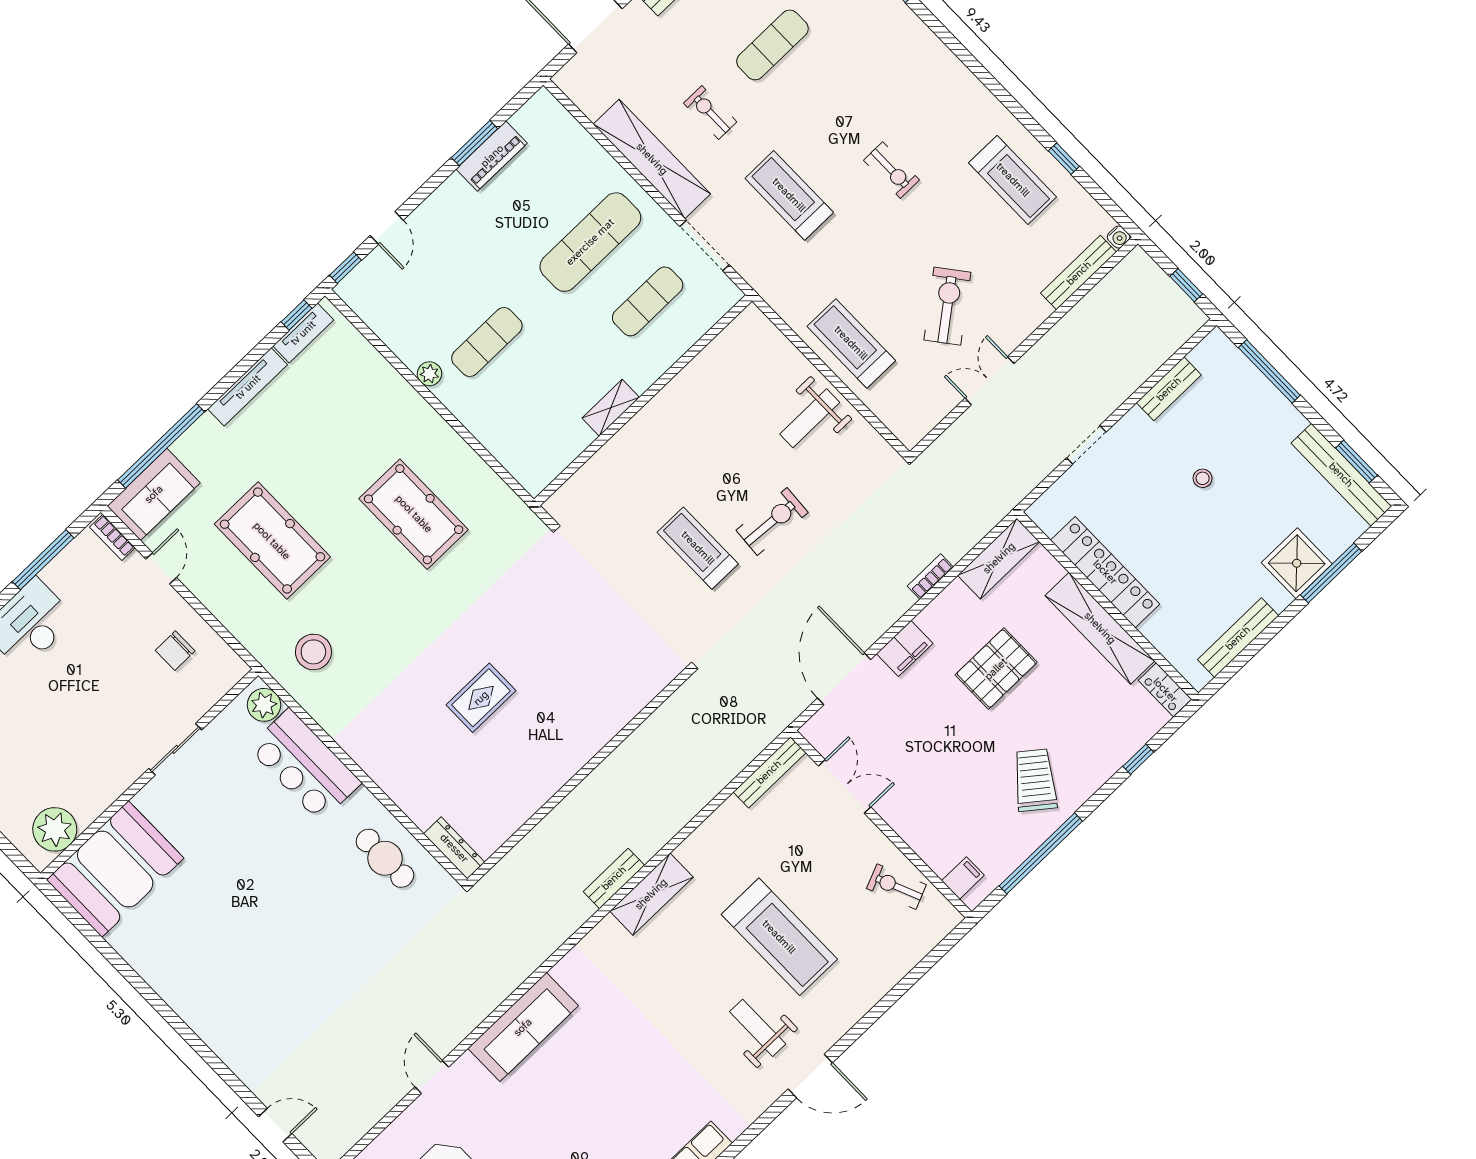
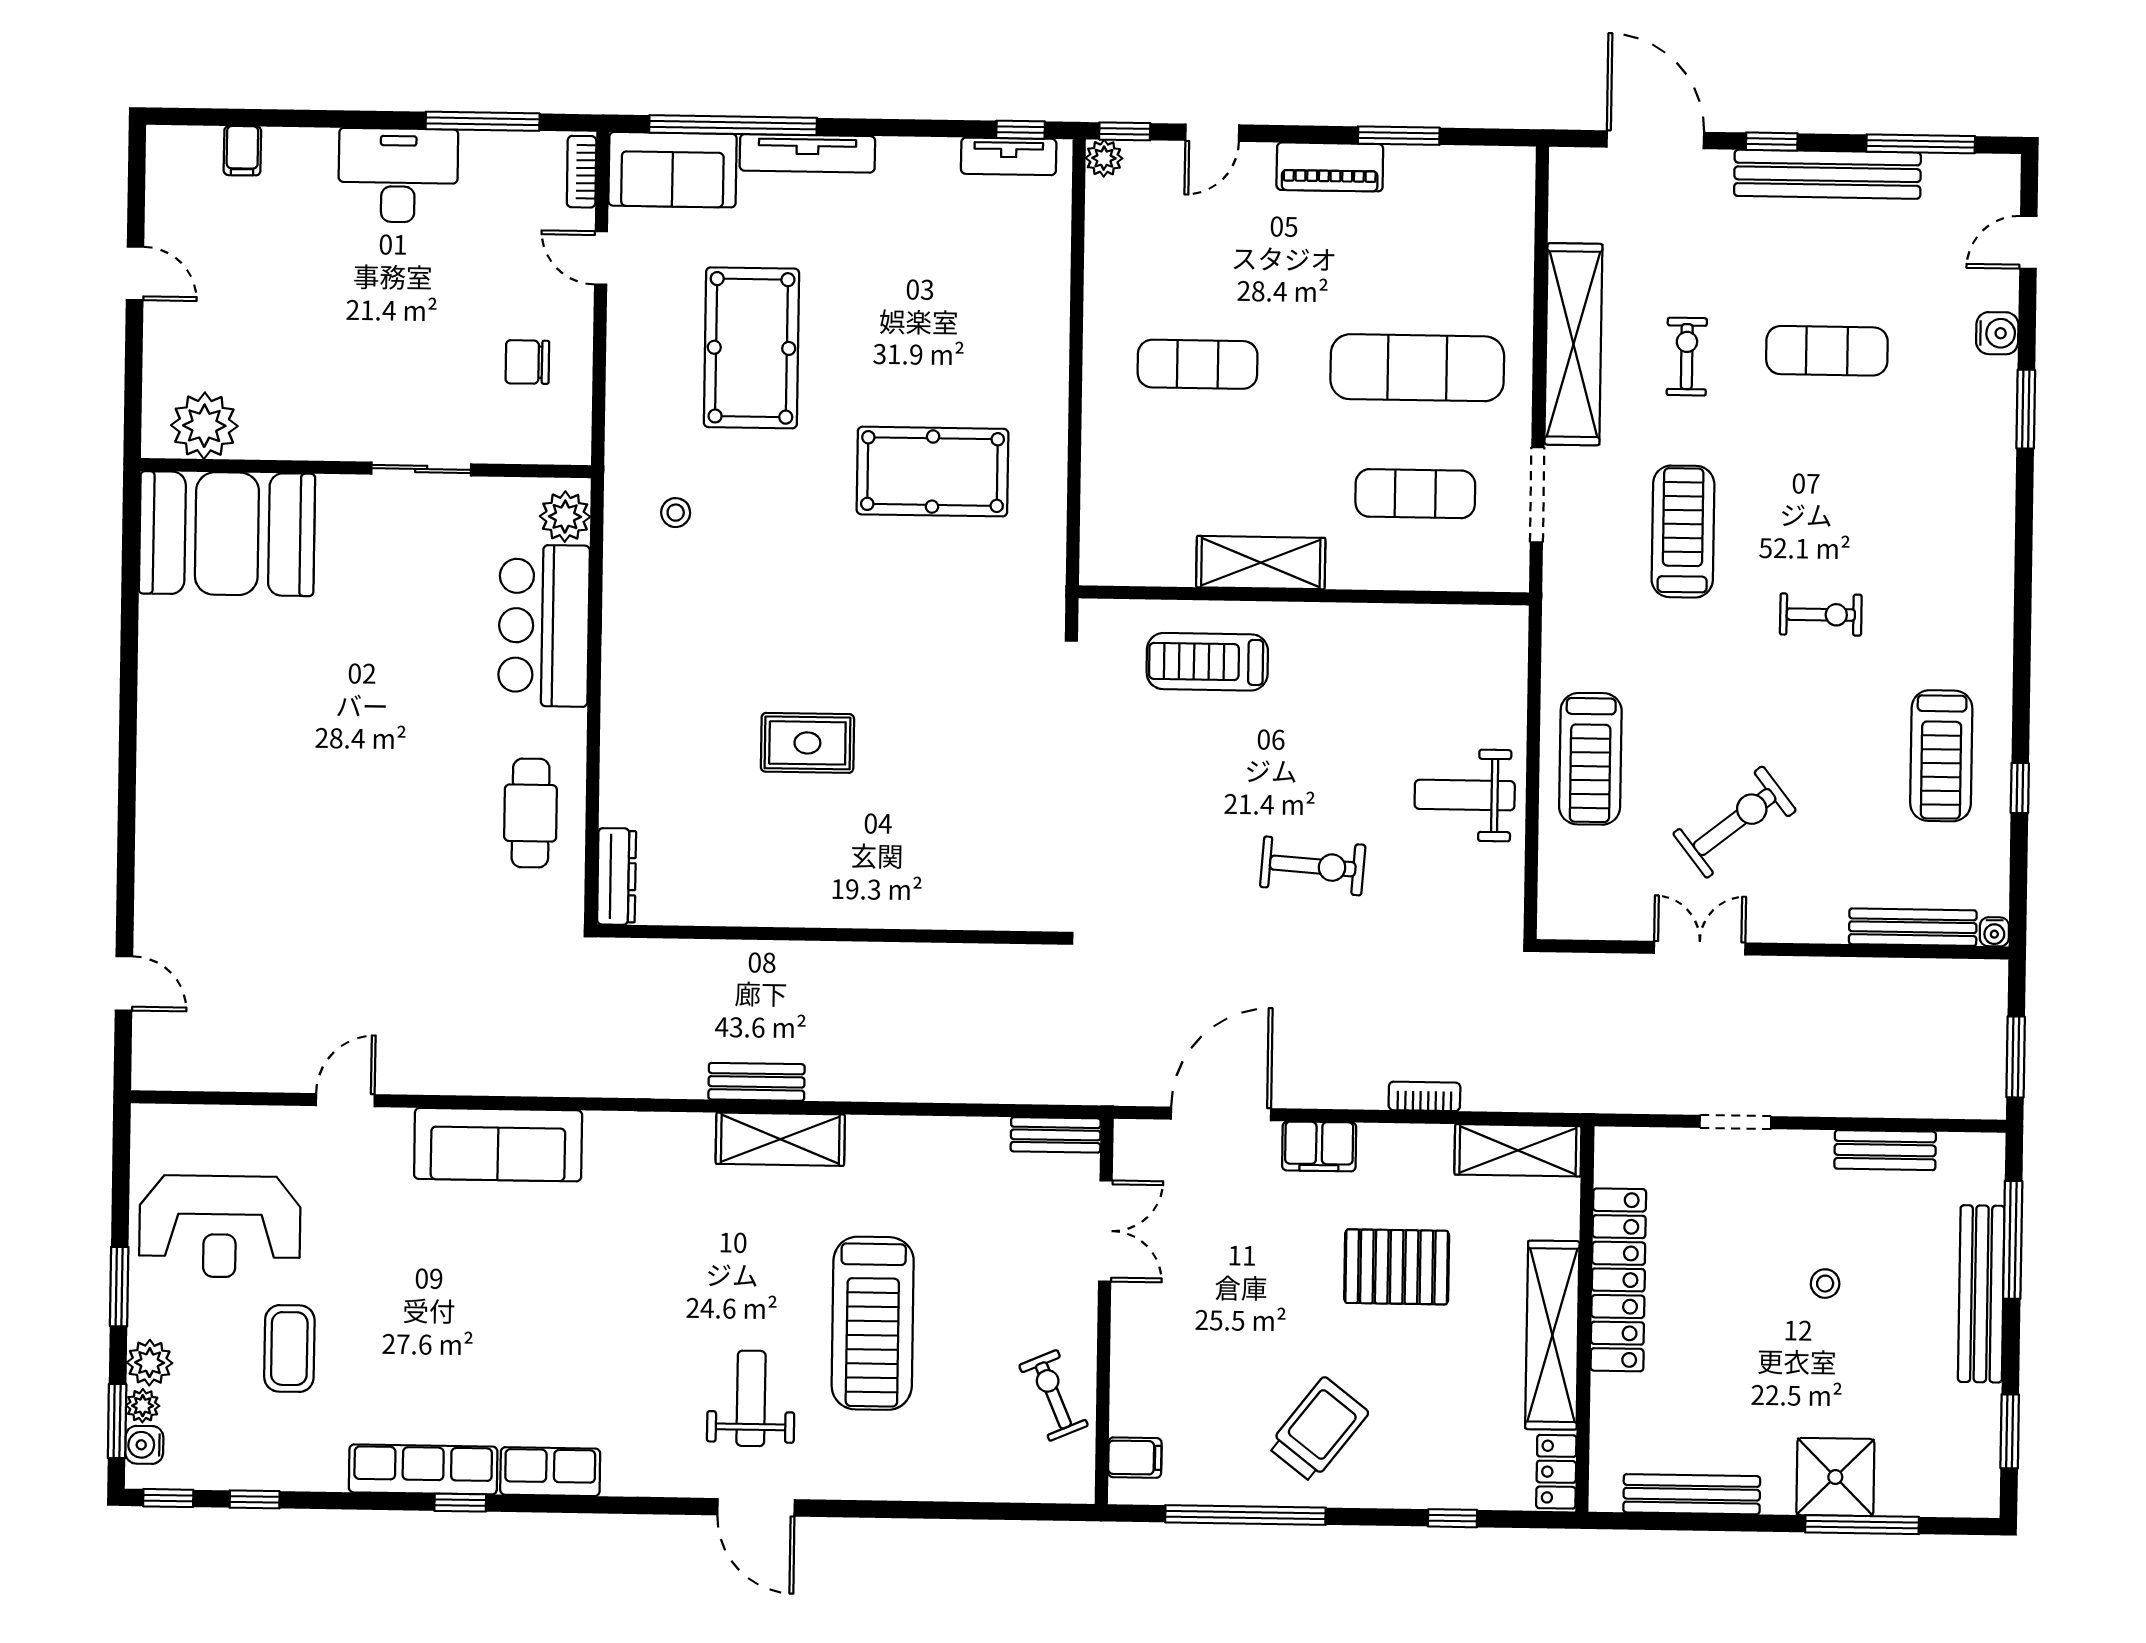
piano: (492, 156) -> (1330, 167), moved
exercise bike: (892, 170) -> (1821, 615), turned -90
window: (1186, 285) -> (2016, 1057), width x1.50
treadmill: (851, 343) -> (1590, 759), turned 180
plant: (429, 374) -> (1104, 158), moved
tv unit: (248, 387) -> (807, 153), moved
shelving: (611, 408) -> (1261, 563), width x1.50, depth x1.33
bench: (1341, 475) -> (1981, 1294), moved
pool table: (414, 514) -> (933, 472), turned 90
treadmill: (698, 548) -> (1207, 662), moved, turned -90
door: (161, 568) -> (601, 258), swing flipped
stool: (313, 652) -> (676, 513), width x0.53, depth x0.53
bench: (769, 772) -> (1056, 1135), width x0.73

